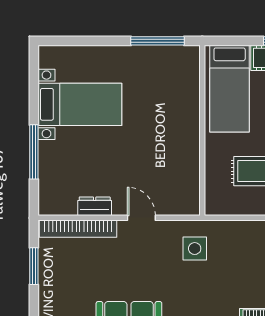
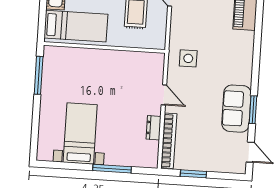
door: (141, 218) -> (164, 95), swing flipped

